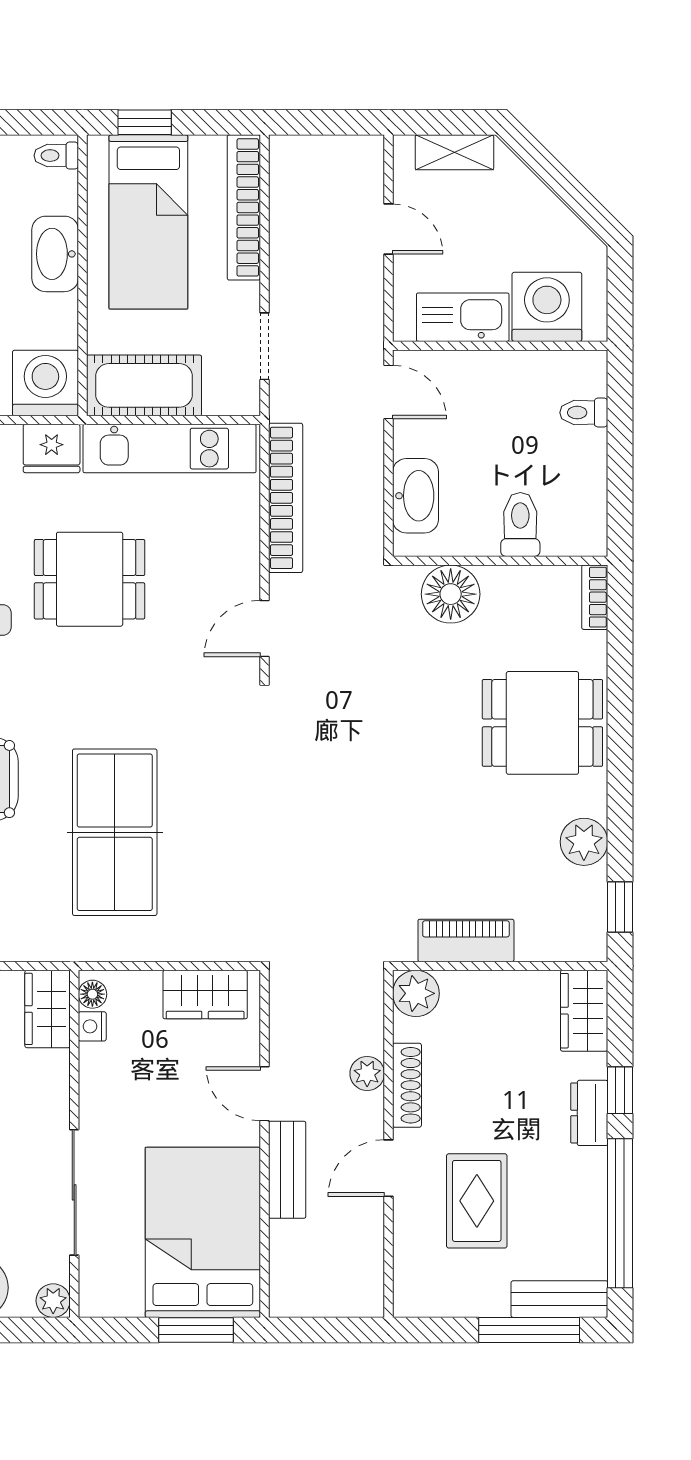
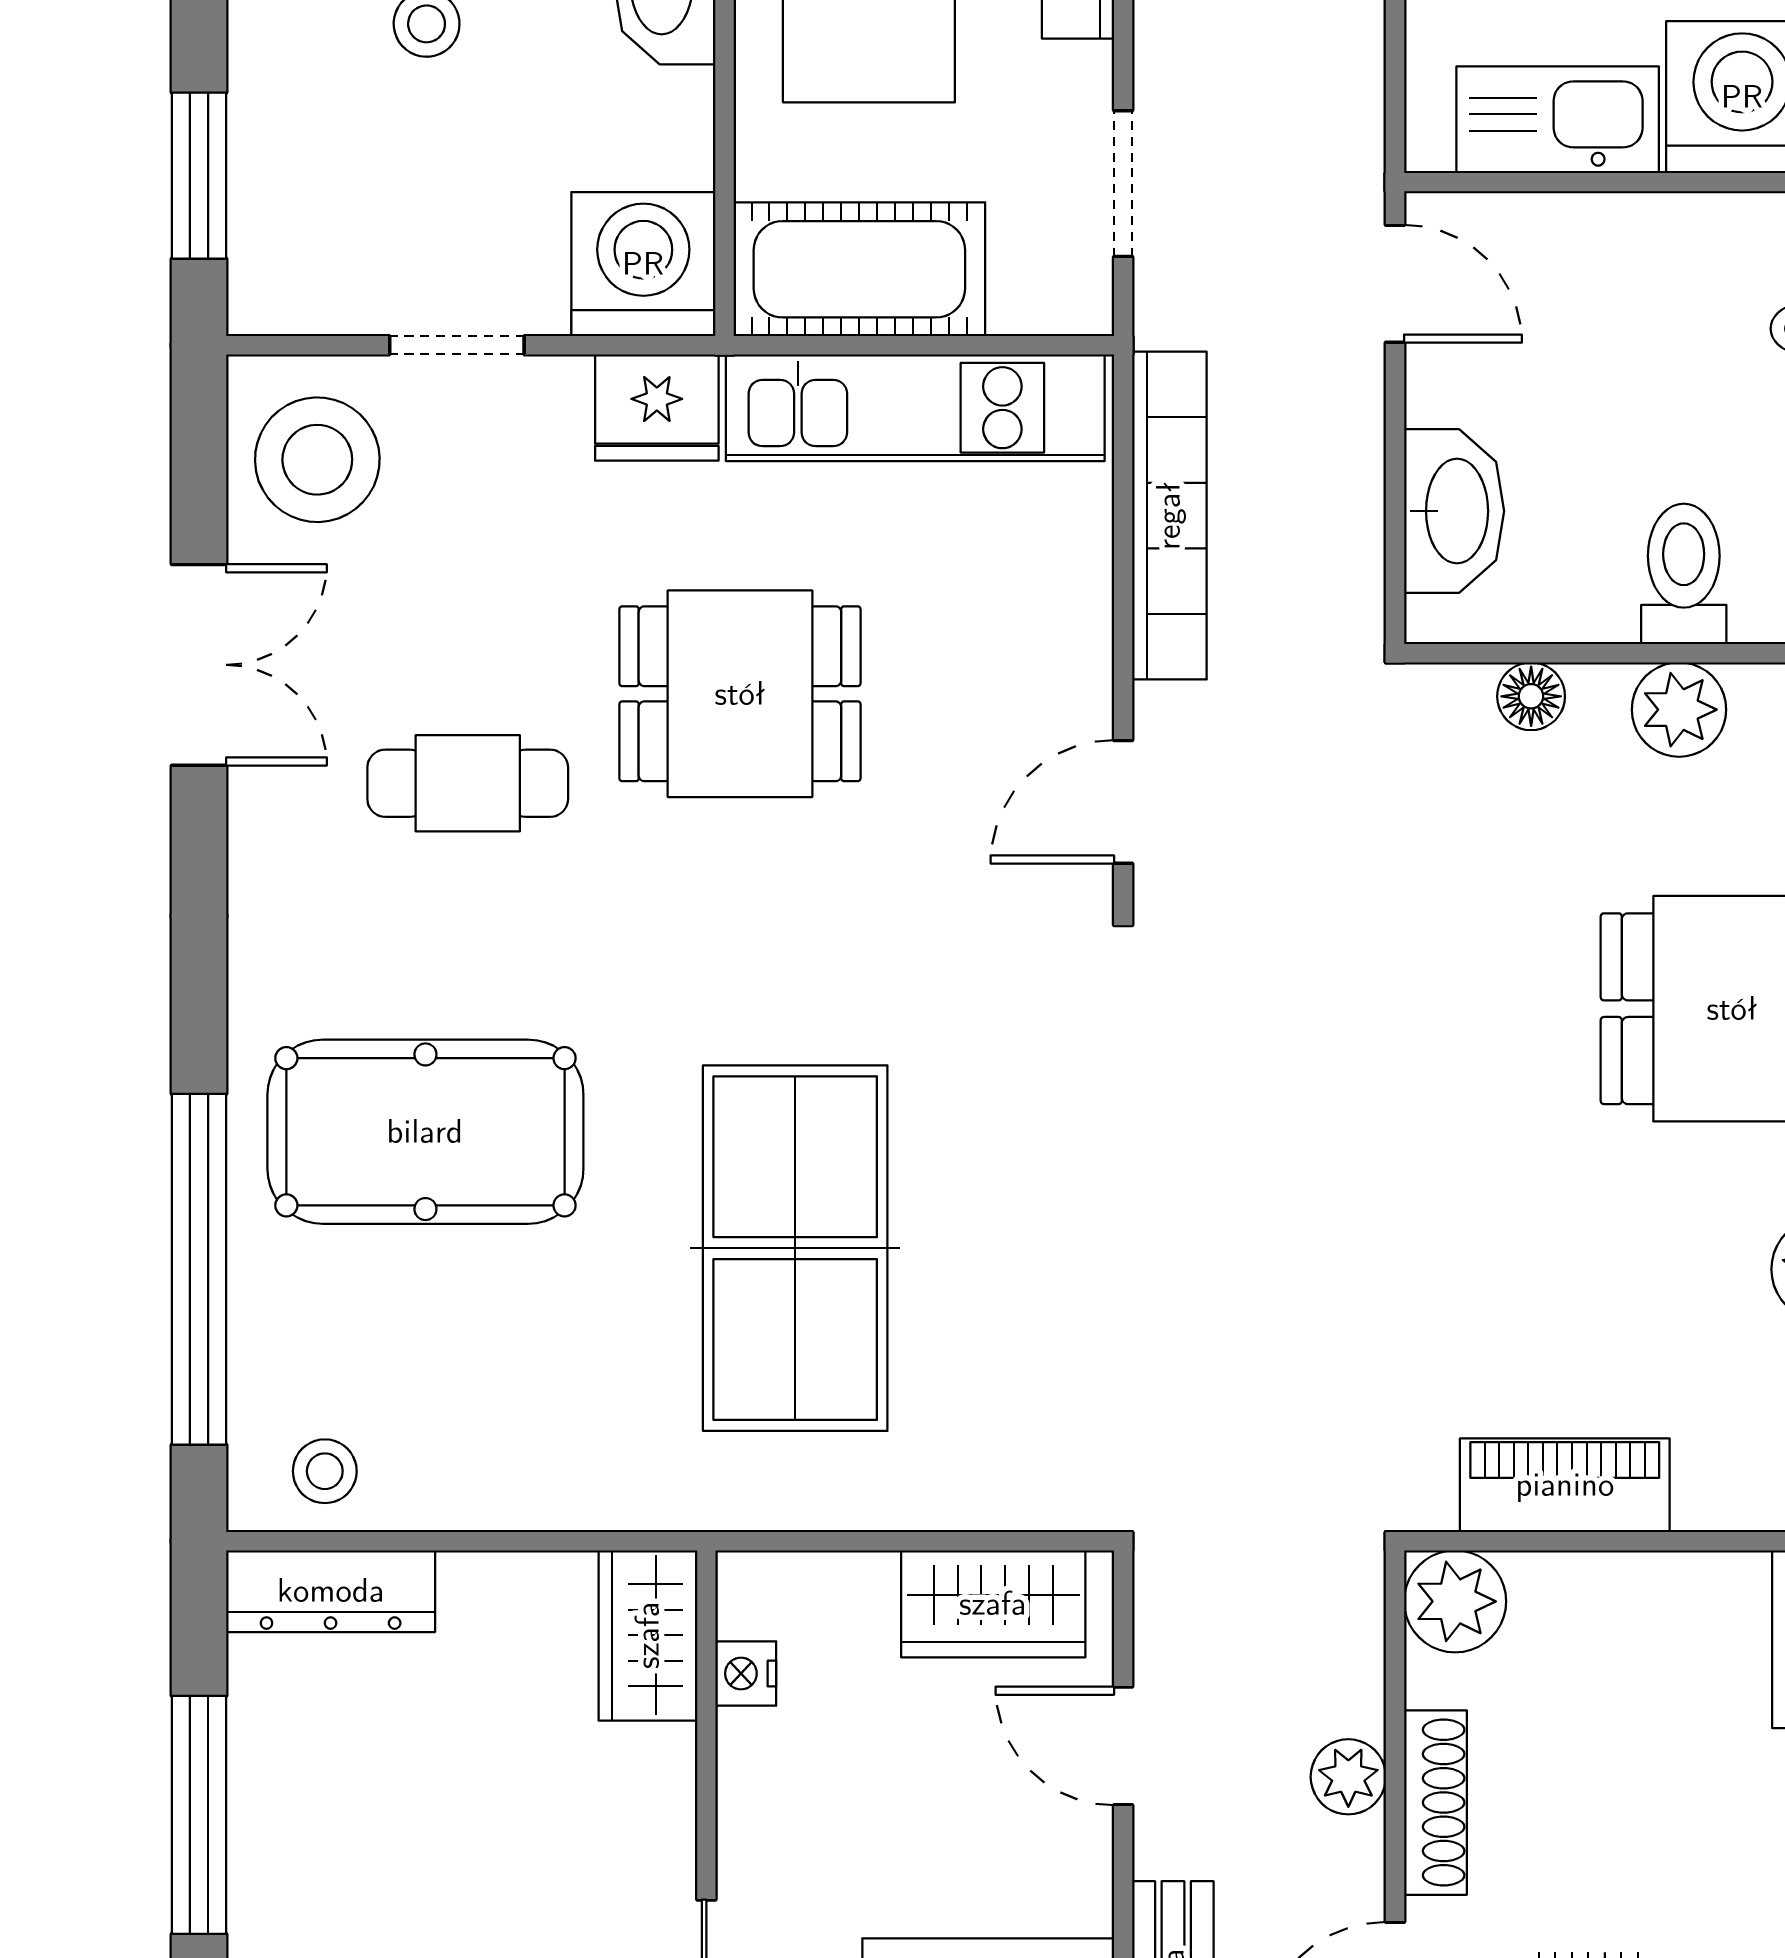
plant: (518, 586) -> (1679, 710), added
floor lamp: (451, 594) -> (1531, 696), width x0.53, depth x0.53
floor lamp: (92, 994) -> (746, 1603), removed
door: (264, 1094) -> (1123, 1746), moved

